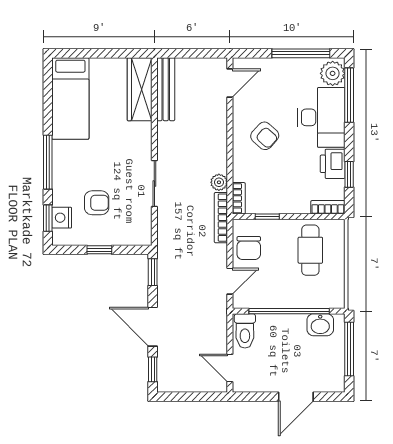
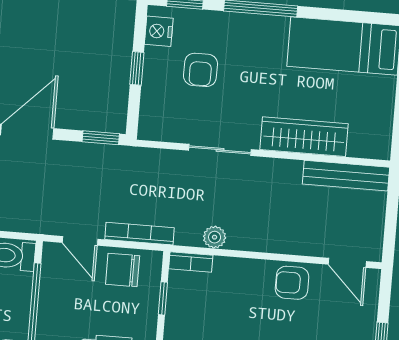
wardrobe: (140, 89) -> (304, 137), moved
armchair: (265, 136) -> (292, 283), moved, turned 48
nightstand: (62, 218) -> (159, 31), moved, turned -90
bookcase: (221, 218) -> (139, 234), moved

